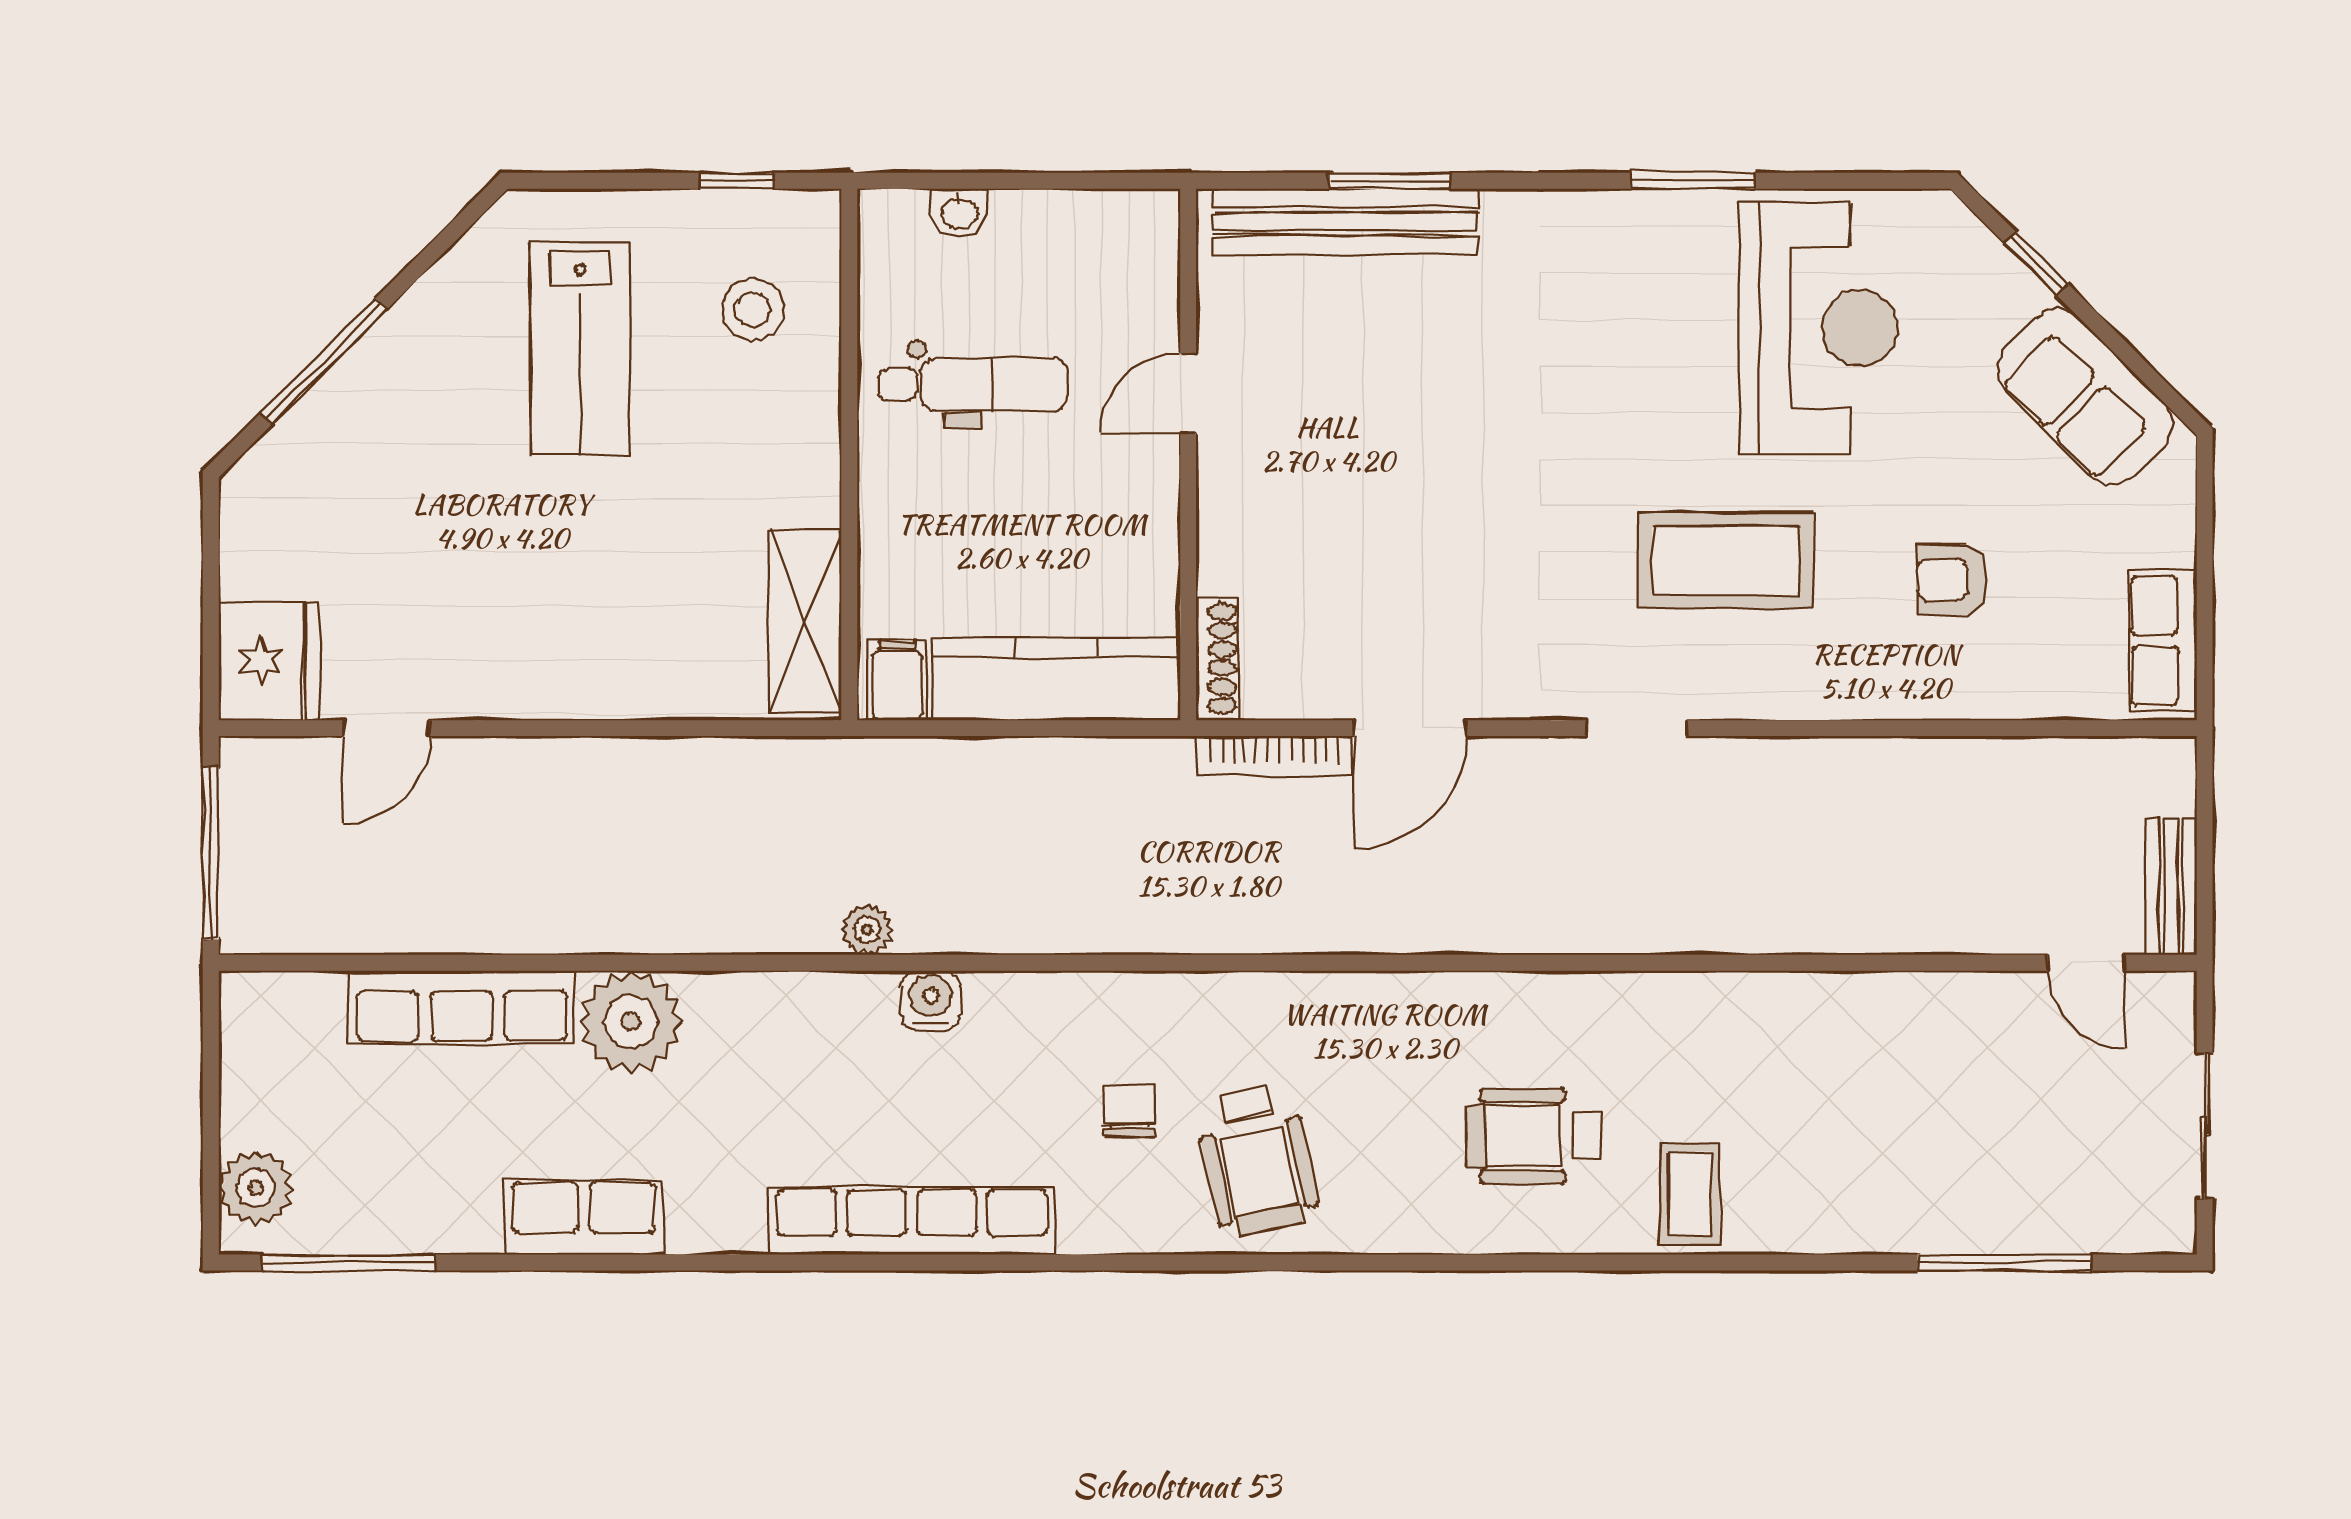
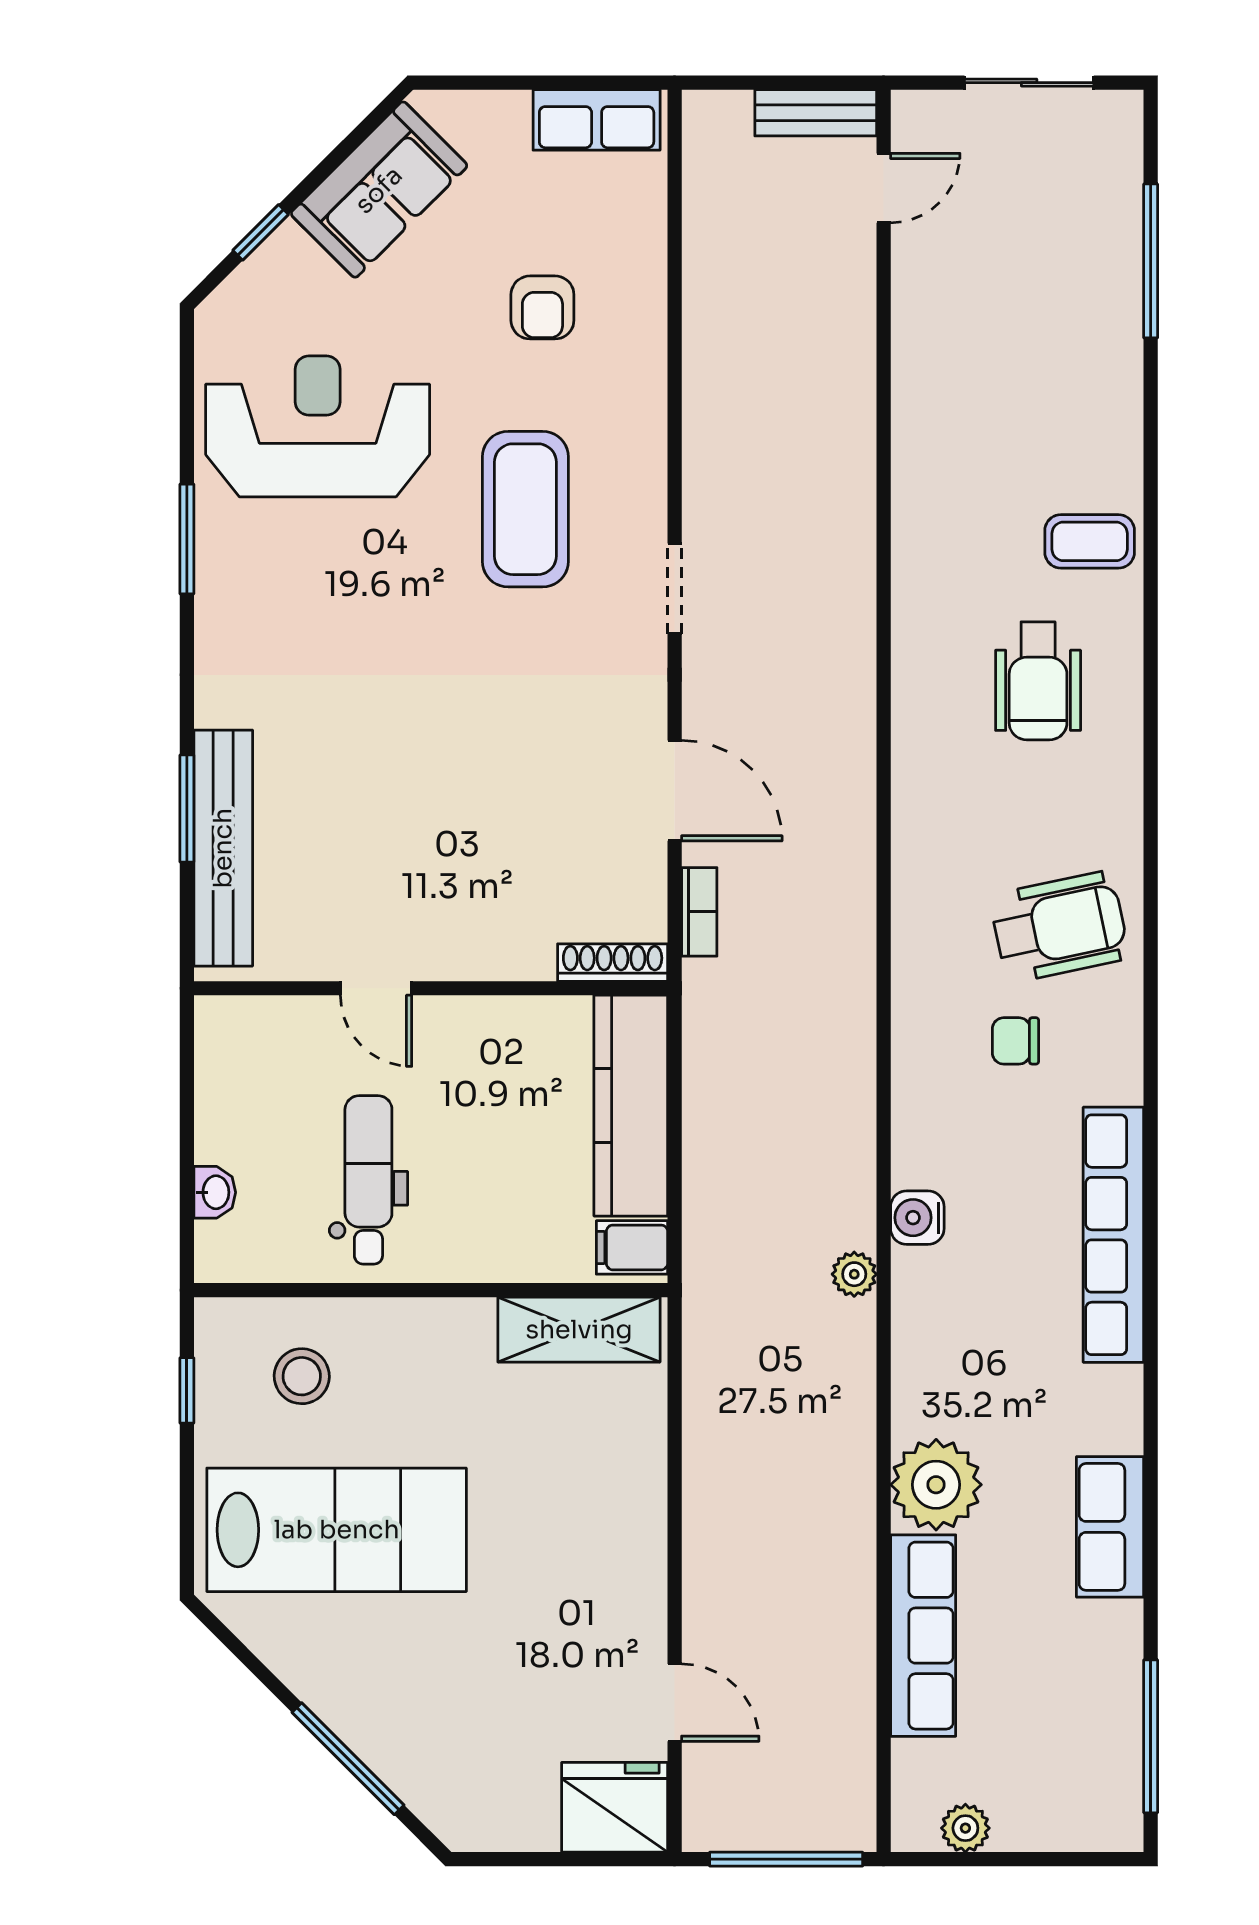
lab bench: (580, 349) -> (337, 1530), width x1.36, depth x1.39
bookcase: (1274, 756) -> (699, 912), width x0.64
plant: (256, 1188) -> (965, 1828), moved, width x0.73, depth x0.73

